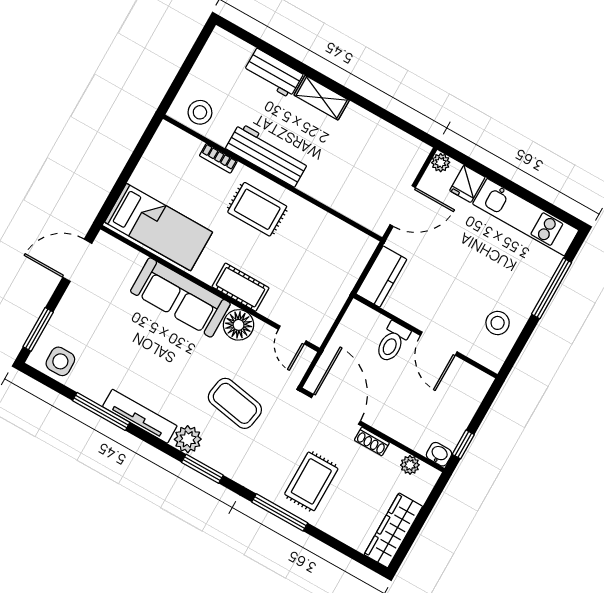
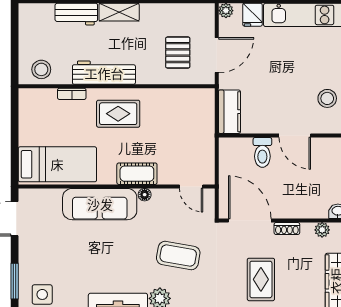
pallet: (361, 179) -> (178, 53), added
floor lamp: (239, 325) -> (145, 195), width x0.53, depth x0.53

